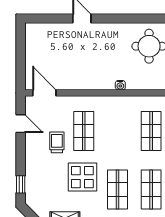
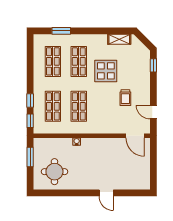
shop shelf: (84, 131) -> (79, 106), moved

